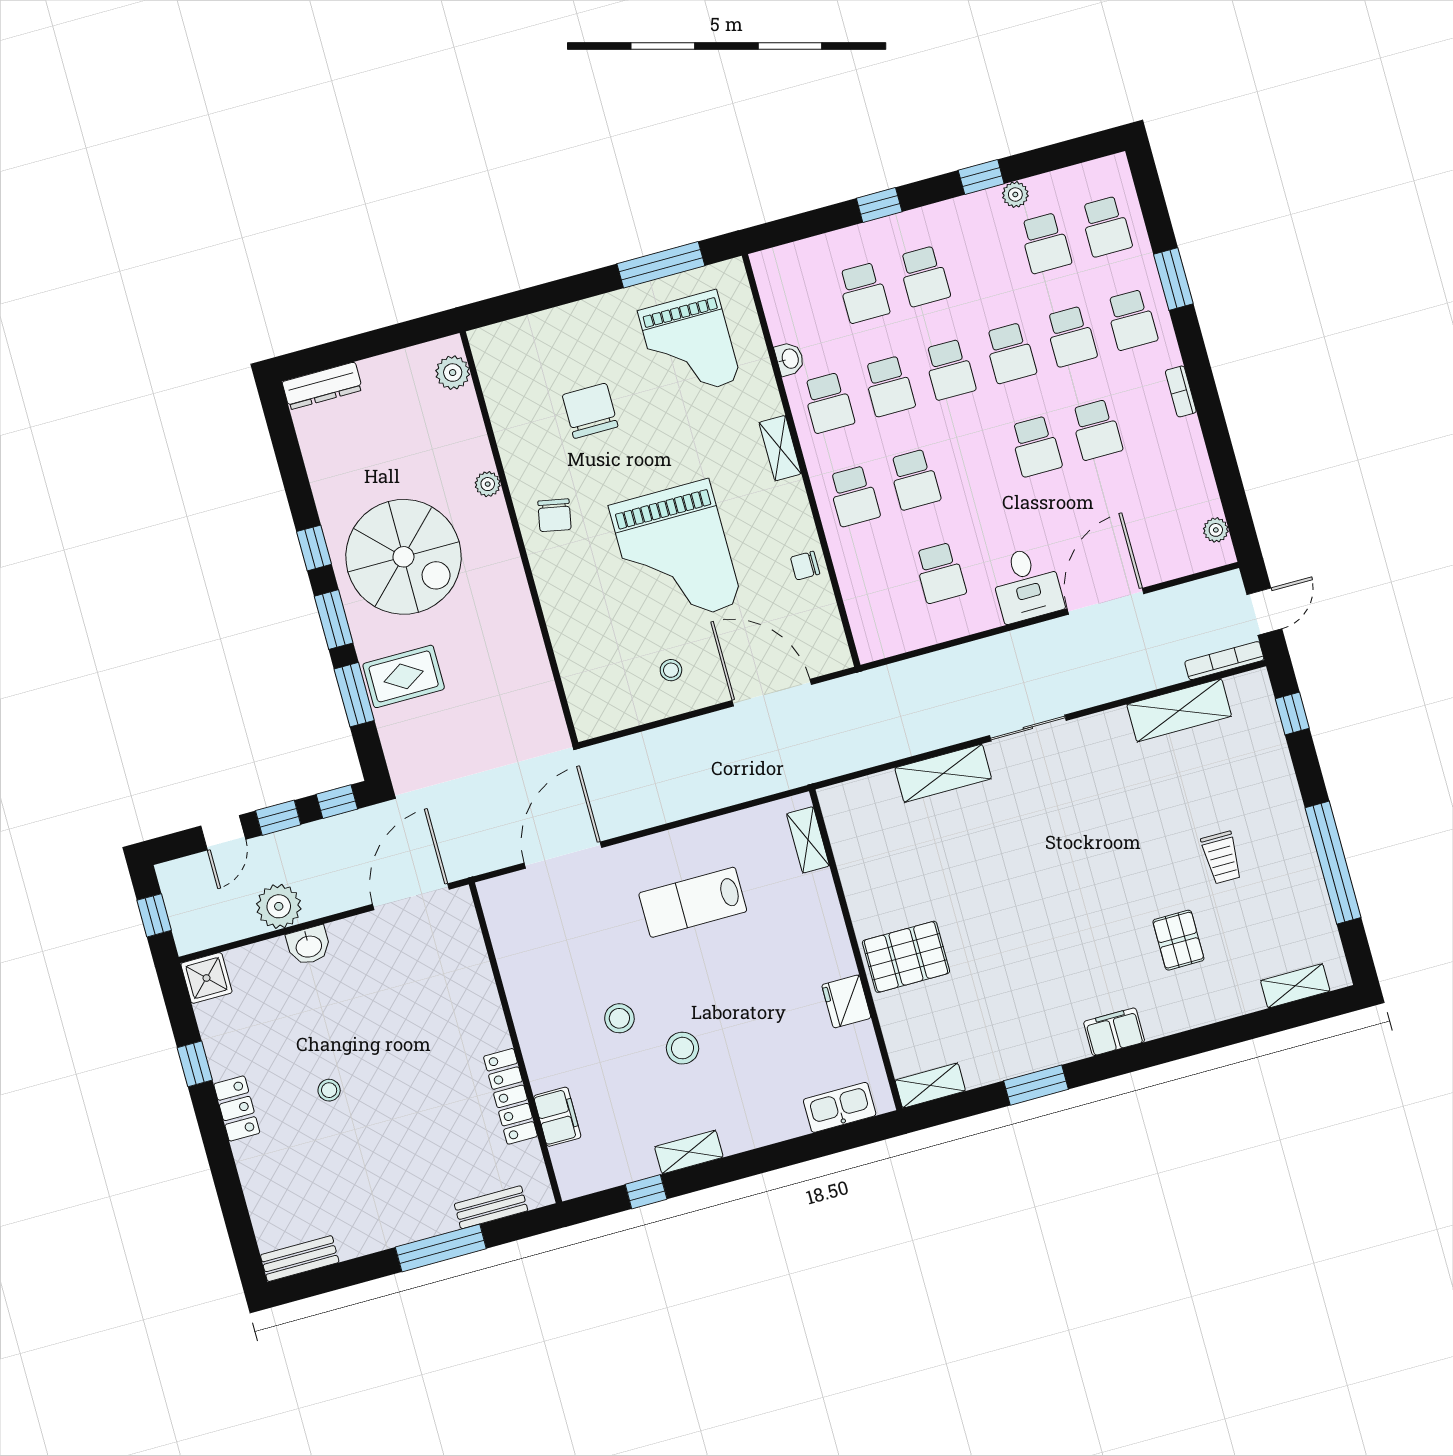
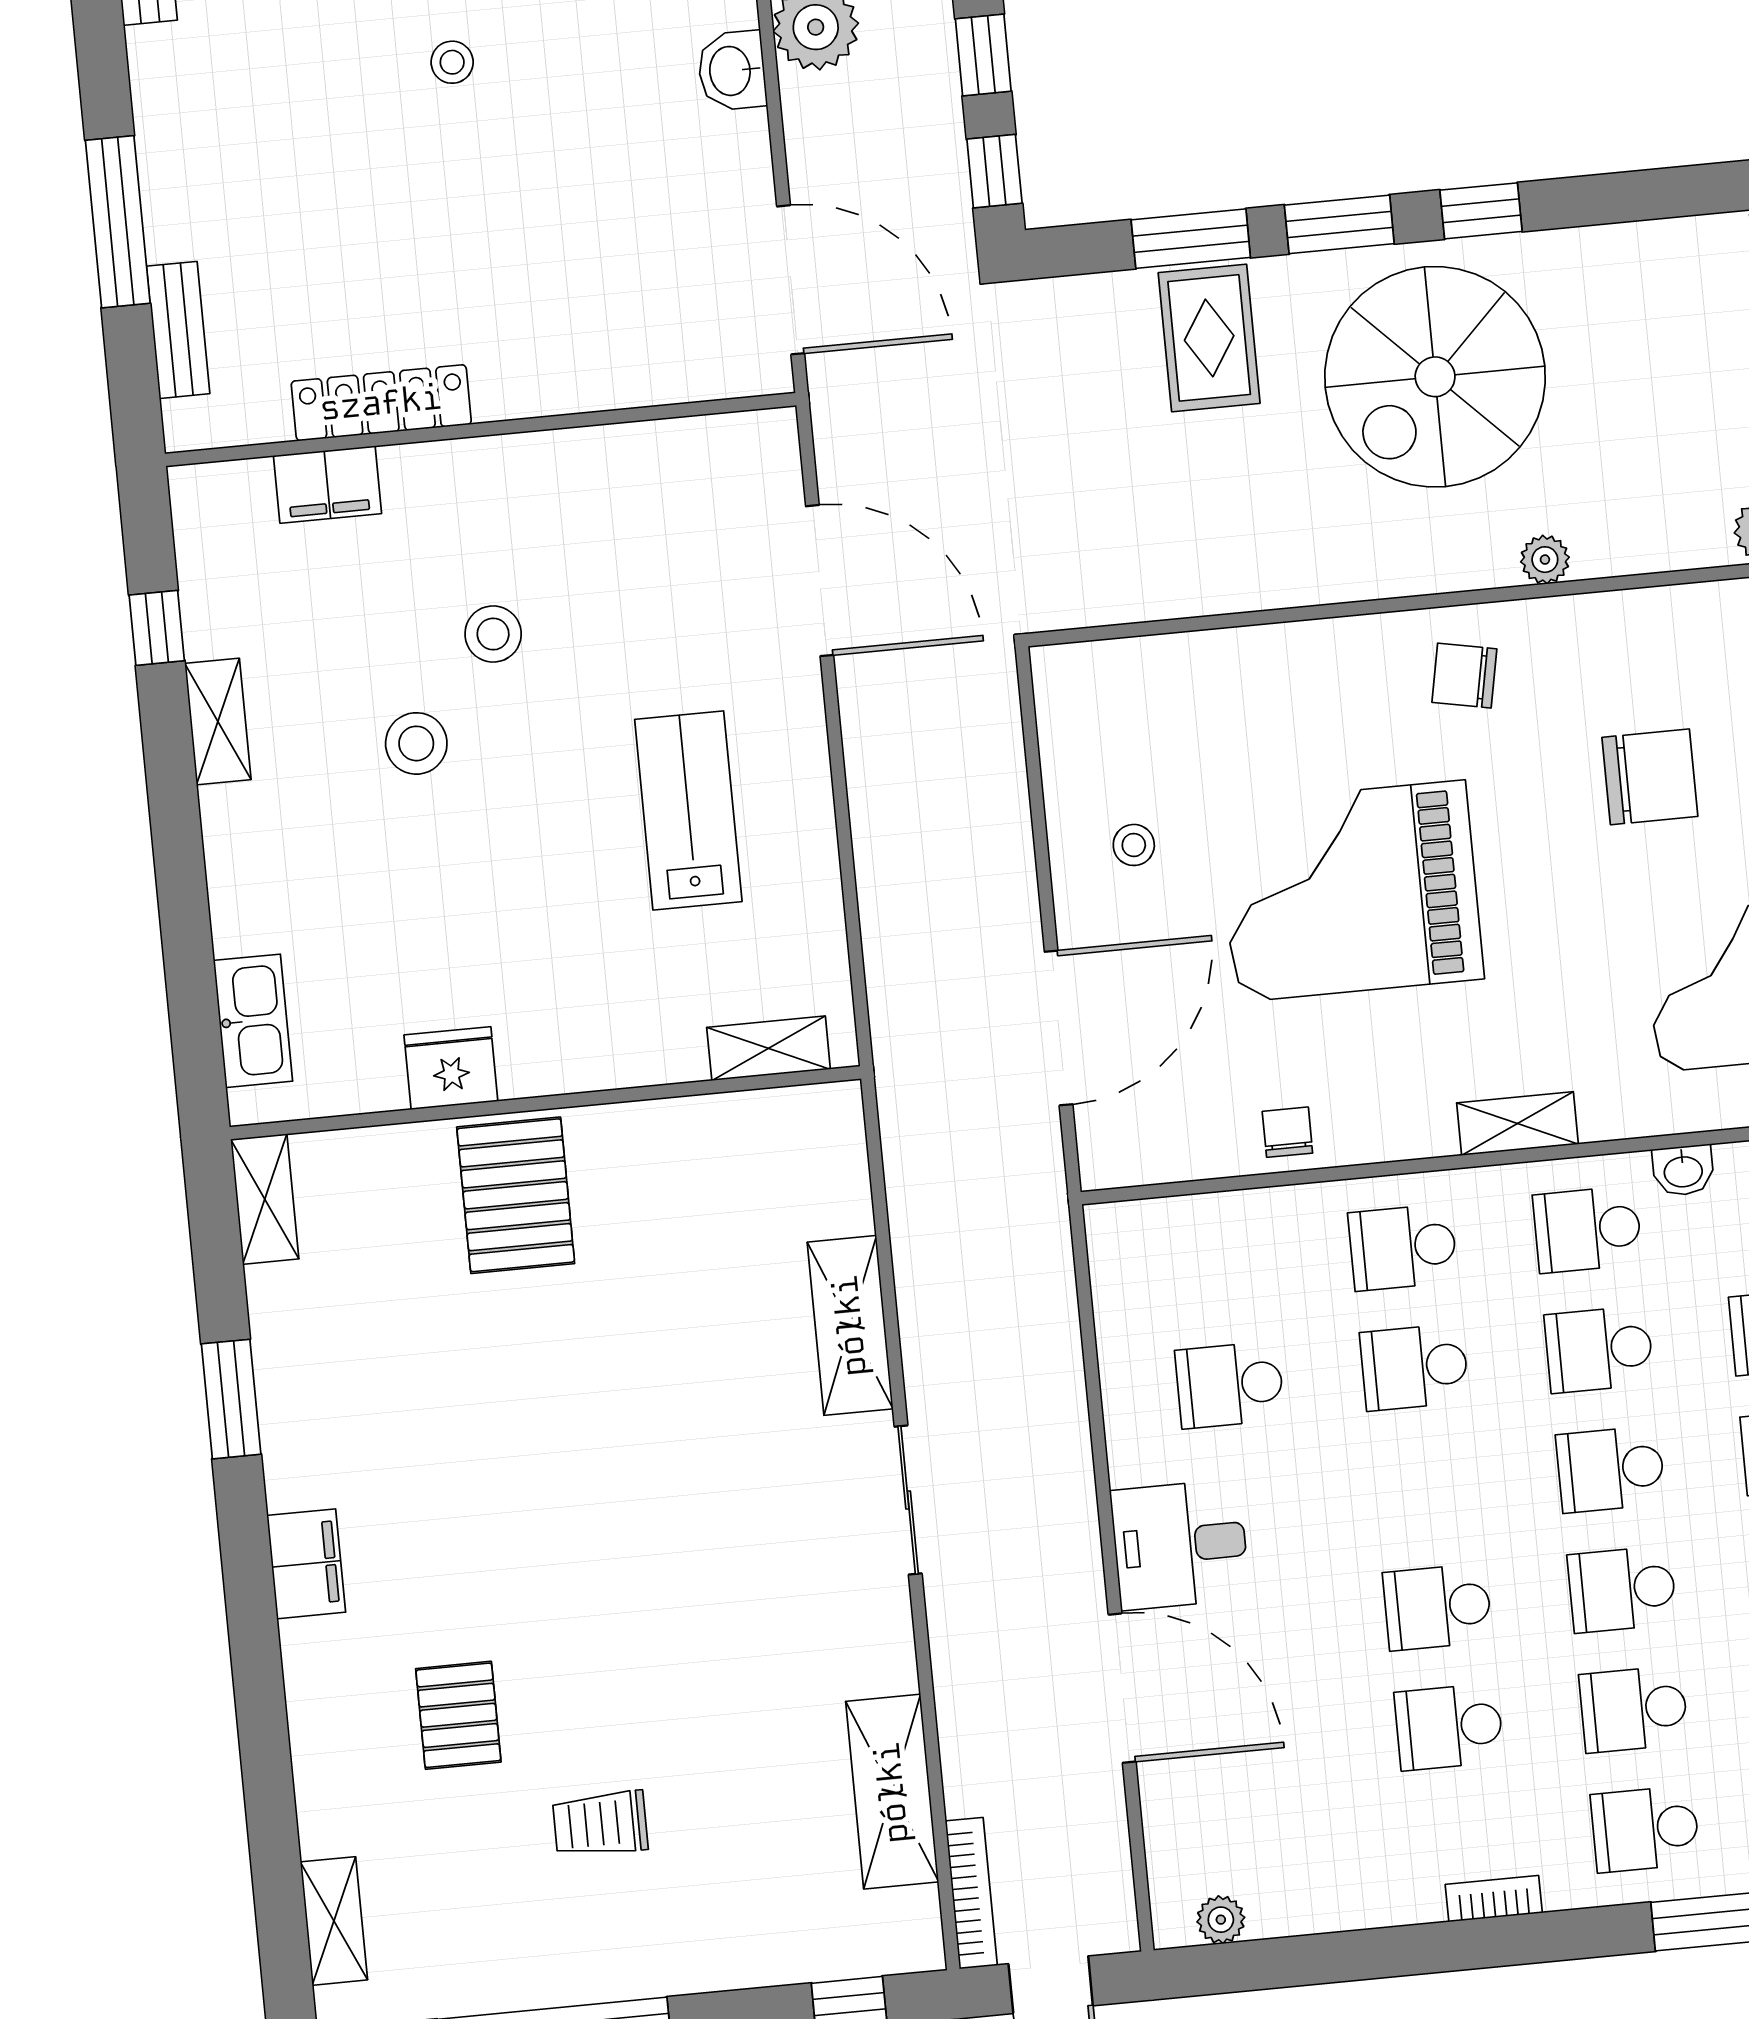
pallet: (1178, 940) -> (458, 1715), turned 90

